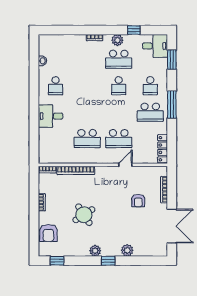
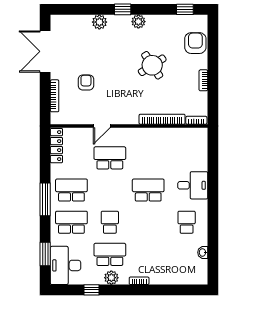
desk: (155, 46) -> (66, 265), width x1.37
school desk: (150, 86) -> (71, 222), width x1.85
school desk: (87, 139) -> (148, 190), moved

